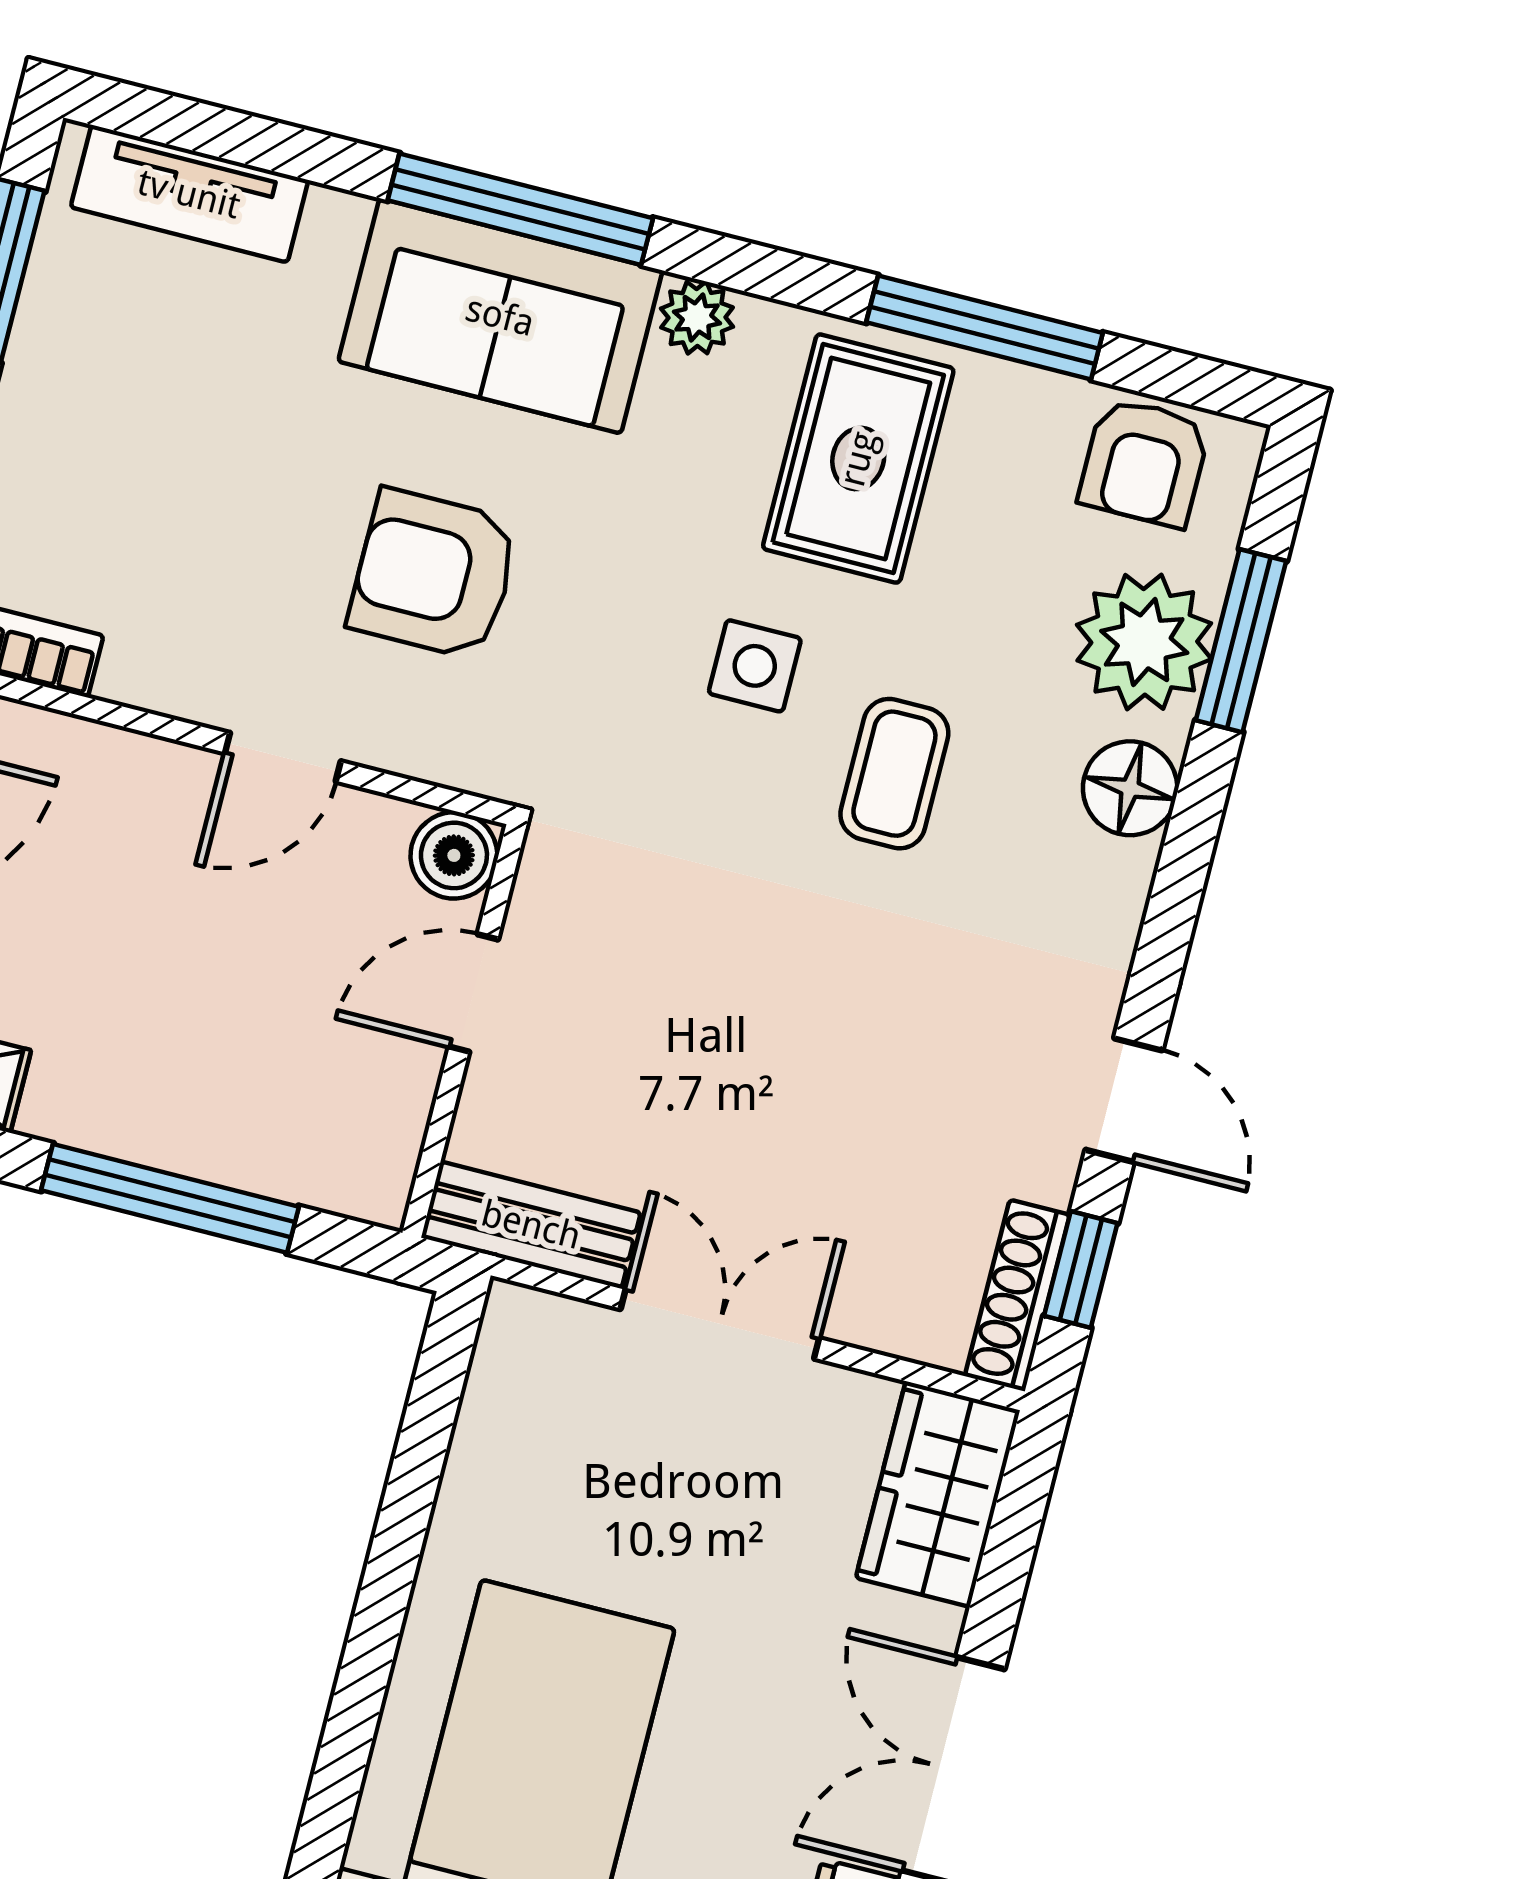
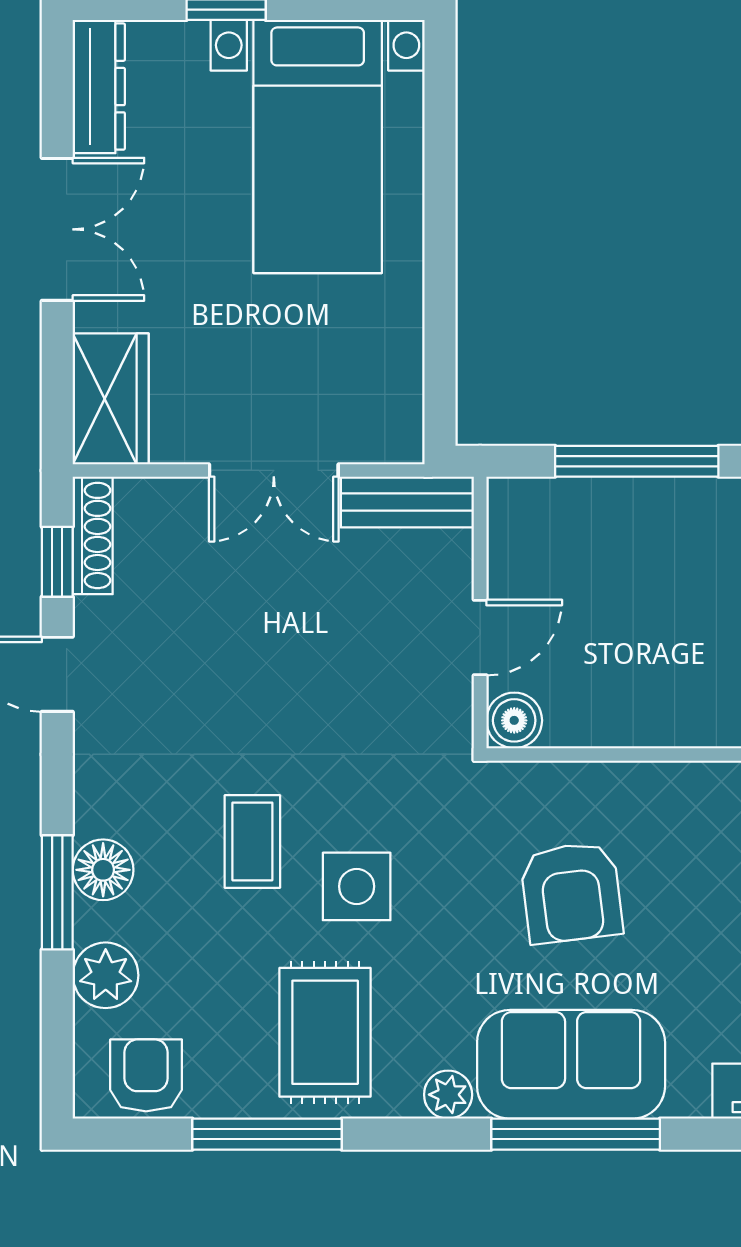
armchair: (434, 574) -> (571, 893), turned 83
window: (1241, 641) -> (57, 892), moved
plant: (1144, 642) -> (106, 975), width x0.73, depth x0.73
side table: (755, 666) -> (357, 886), width x1.37, depth x1.37
door: (283, 757) -> (637, 754), removed

